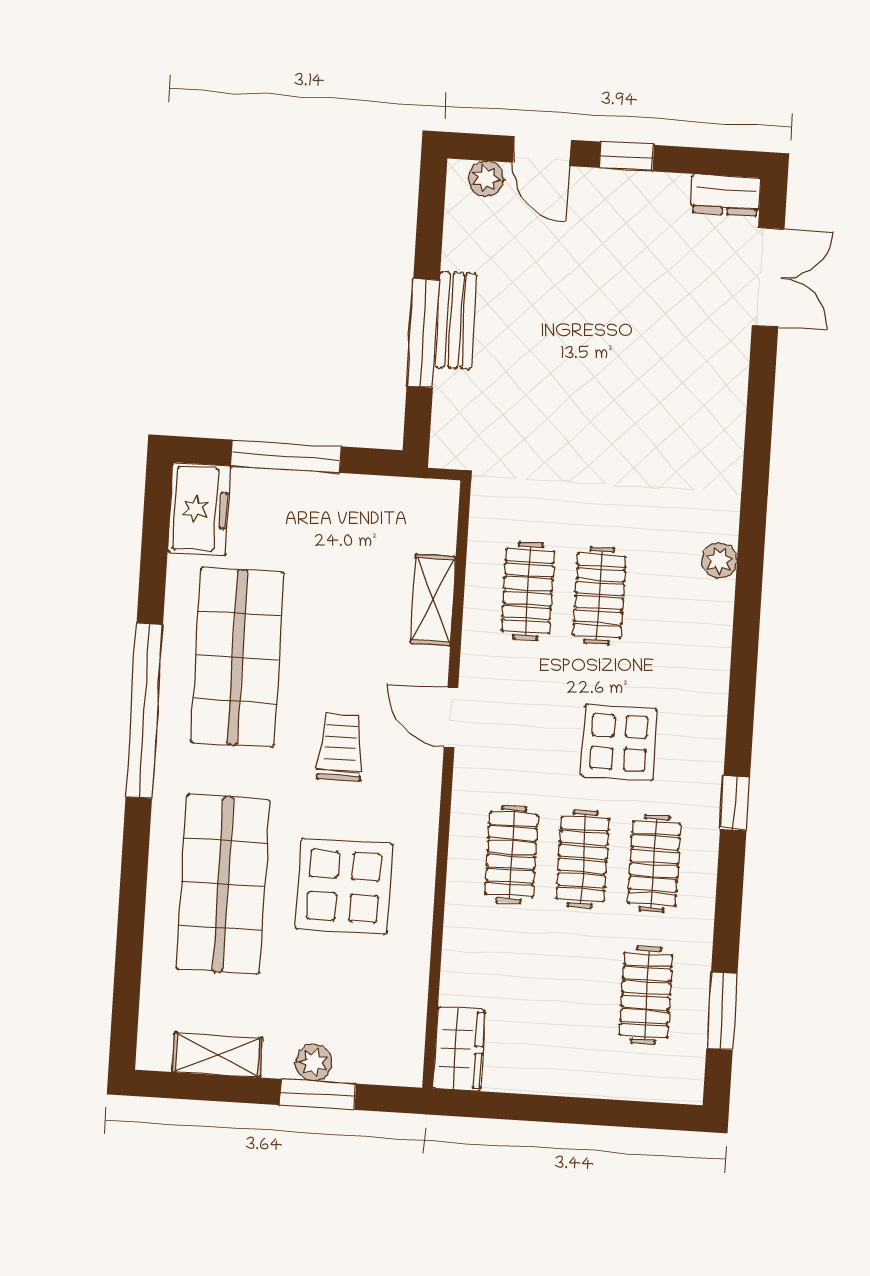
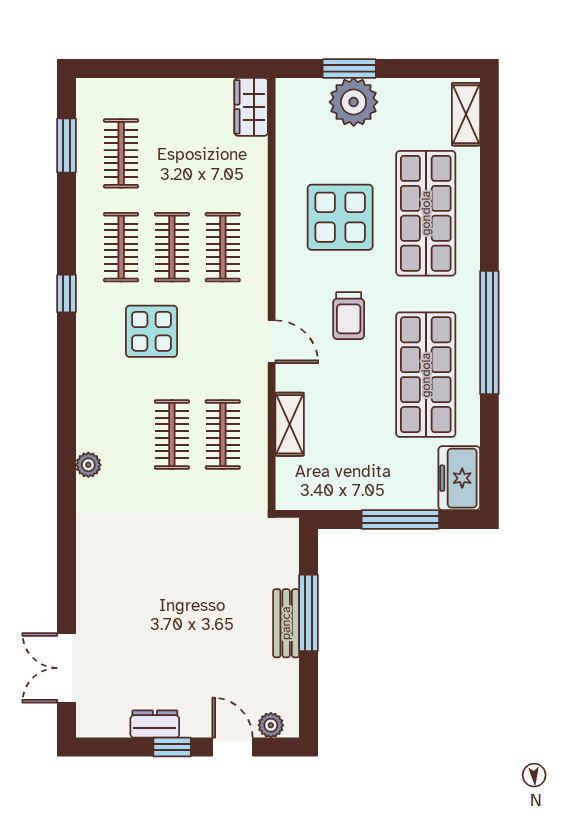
dresser: (726, 195) -> (155, 724), moved
shelving: (217, 1055) -> (466, 114), moved, turned 90
plant: (314, 1063) -> (354, 102), width x1.87, depth x1.87

